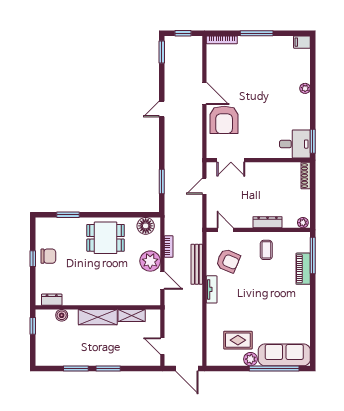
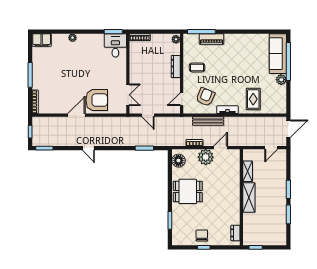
filing cabinet: (302, 42) -> (42, 40), width x2.00
dining table: (106, 238) -> (188, 191), turned 90
boiler: (62, 315) -> (247, 225), removed
rug: (238, 340) -> (253, 99), moved

